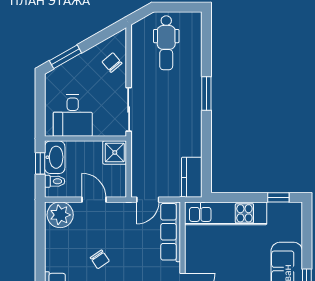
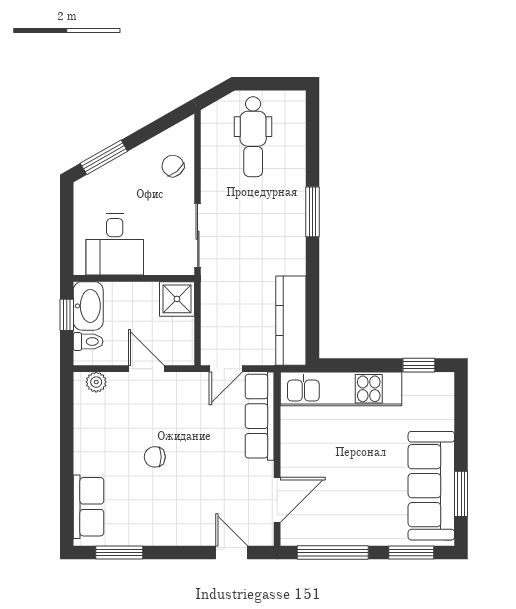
kitchen counter: (192, 177) -> (291, 321), width x1.50
plant: (60, 215) -> (96, 382), width x0.53, depth x0.53
chair: (100, 259) -> (155, 457), turned 124

